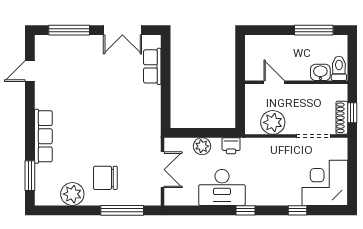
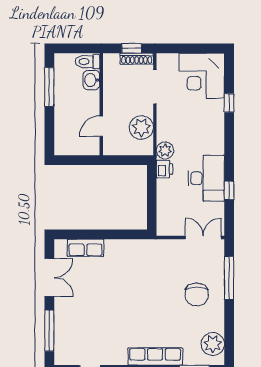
plant: (202, 146) -> (165, 150), moved
double door: (163, 170) -> (203, 237), moved
plant: (72, 194) -> (213, 344), moved
window: (245, 210) -> (229, 190), moved

